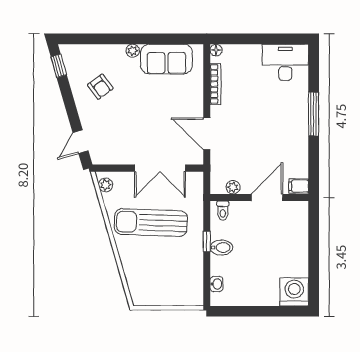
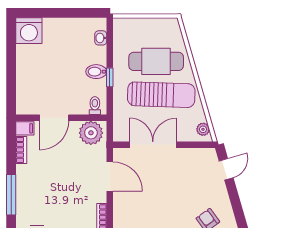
bookcase: (303, 163) -> (21, 150), added
plant: (233, 187) -> (91, 133), width x1.88, depth x1.88
cafe table: (156, 259) -> (156, 61), added

